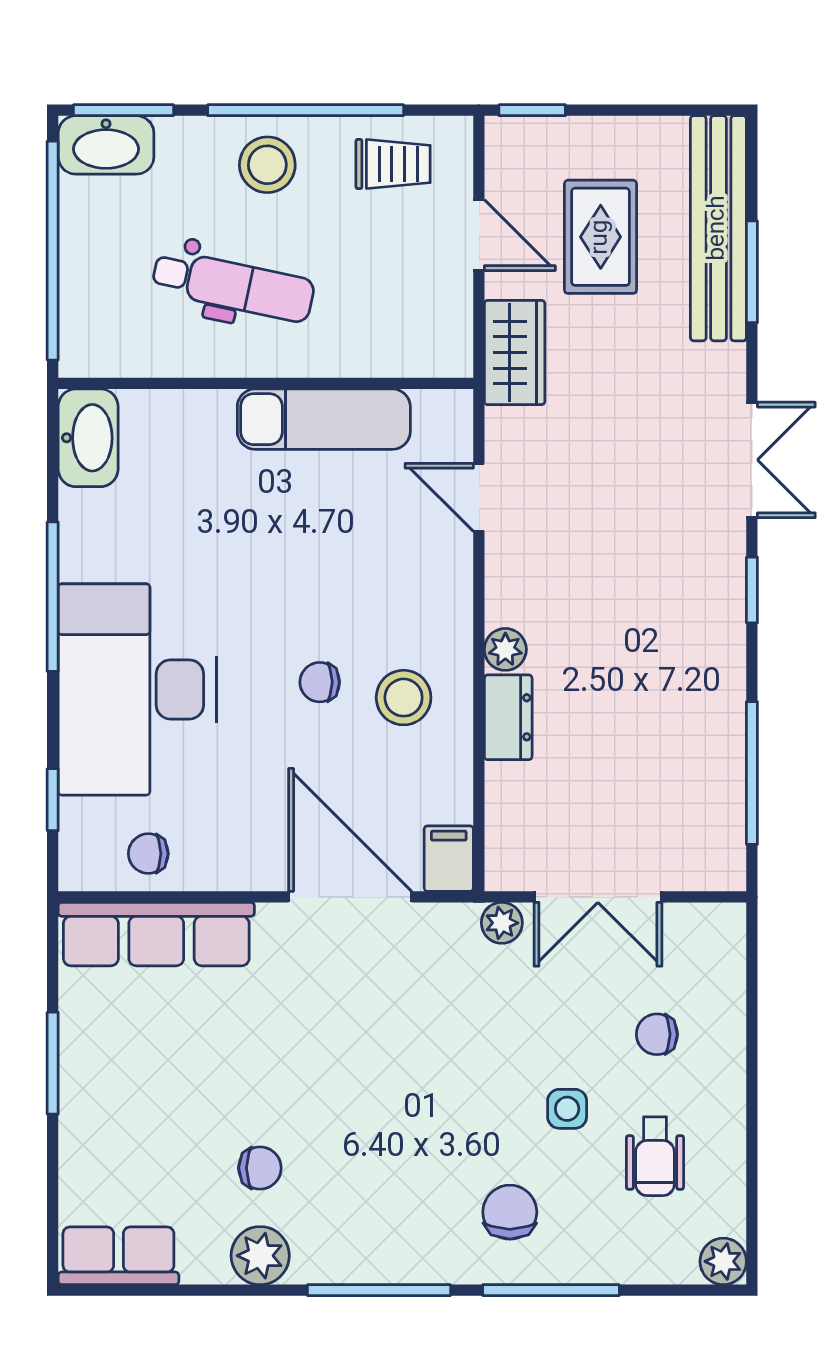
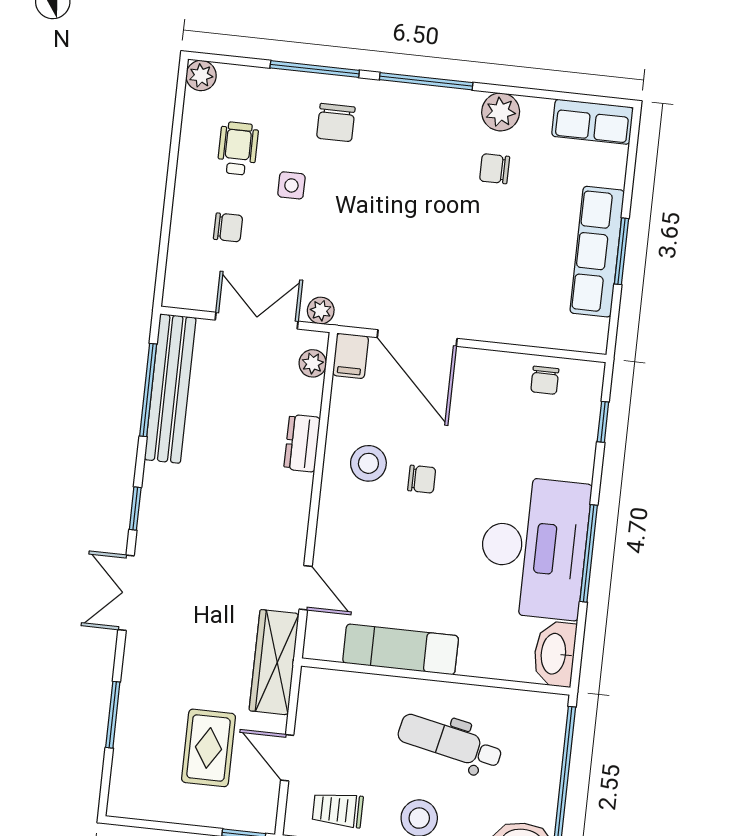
bench: (718, 228) -> (170, 389), moved
wardrobe: (515, 353) -> (274, 662), width x1.50
plant: (505, 649) -> (313, 363), moved
desk: (137, 689) -> (534, 547), moved
chair: (148, 854) -> (545, 380), turned 90
row of seats: (156, 934) -> (597, 252), moved, turned -90

